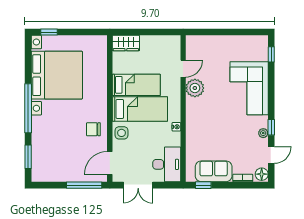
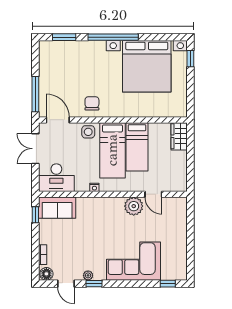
sofa: (214, 171) -> (57, 208), moved, turned 90

